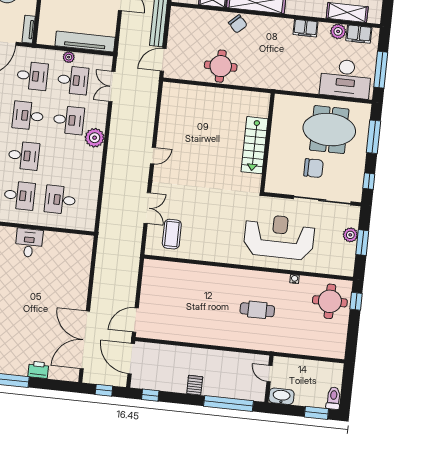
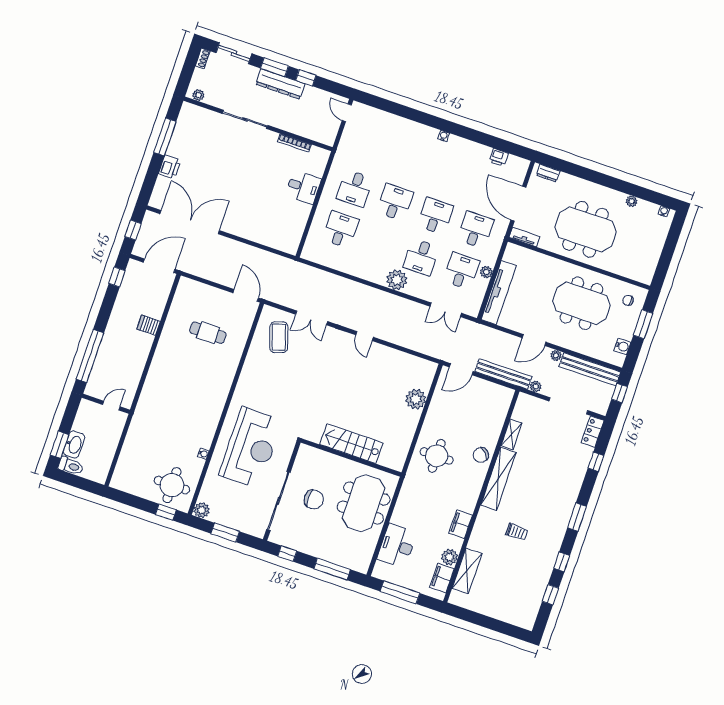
door: (163, 60) -> (461, 369), swing flipped
round table: (221, 66) -> (437, 456), moved
desk: (32, 76) -> (476, 230), turned 180
desk: (346, 79) -> (397, 546), width x0.73, depth x0.77
desk: (73, 80) -> (461, 271), turned 180
double door: (112, 86) -> (446, 310), swing flipped
plant: (200, 95) -> (416, 399), added
meeting table: (329, 130) -> (364, 503), moved
desk: (24, 156) -> (395, 202), turned 180
chair: (314, 168) -> (314, 499), turned -90
coffee table: (172, 234) -> (279, 337), turned 72
plant: (350, 235) -> (202, 510), moved
cafe table: (257, 310) -> (208, 333), moved, turned 90
door: (135, 320) -> (246, 295), moved
server rack: (195, 385) -> (149, 325), moved, turned 180
washbasin: (281, 396) -> (74, 445), moved

